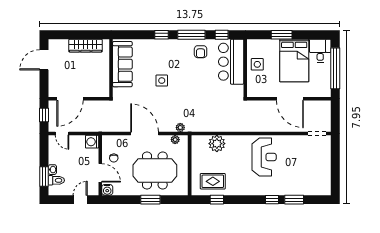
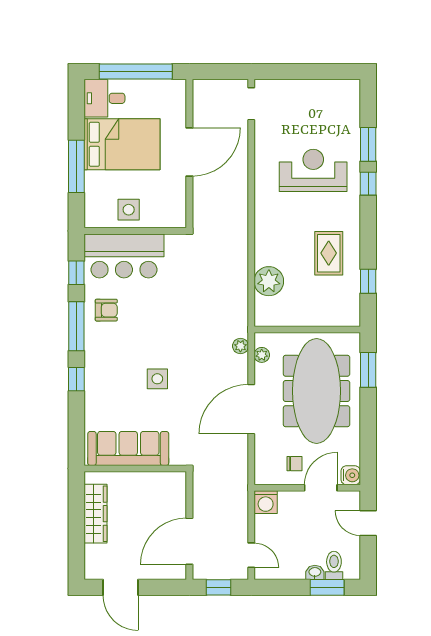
window: (282, 35) -> (76, 166), width x1.44
door: (70, 99) -> (189, 541), swing flipped
door: (62, 134) -> (251, 555), hinge flipped
reception desk: (264, 157) -> (313, 170), moved
meeting table: (155, 170) -> (317, 391), width x1.36
rug: (213, 181) -> (329, 253), moved
window: (150, 200) -> (368, 370), moved

